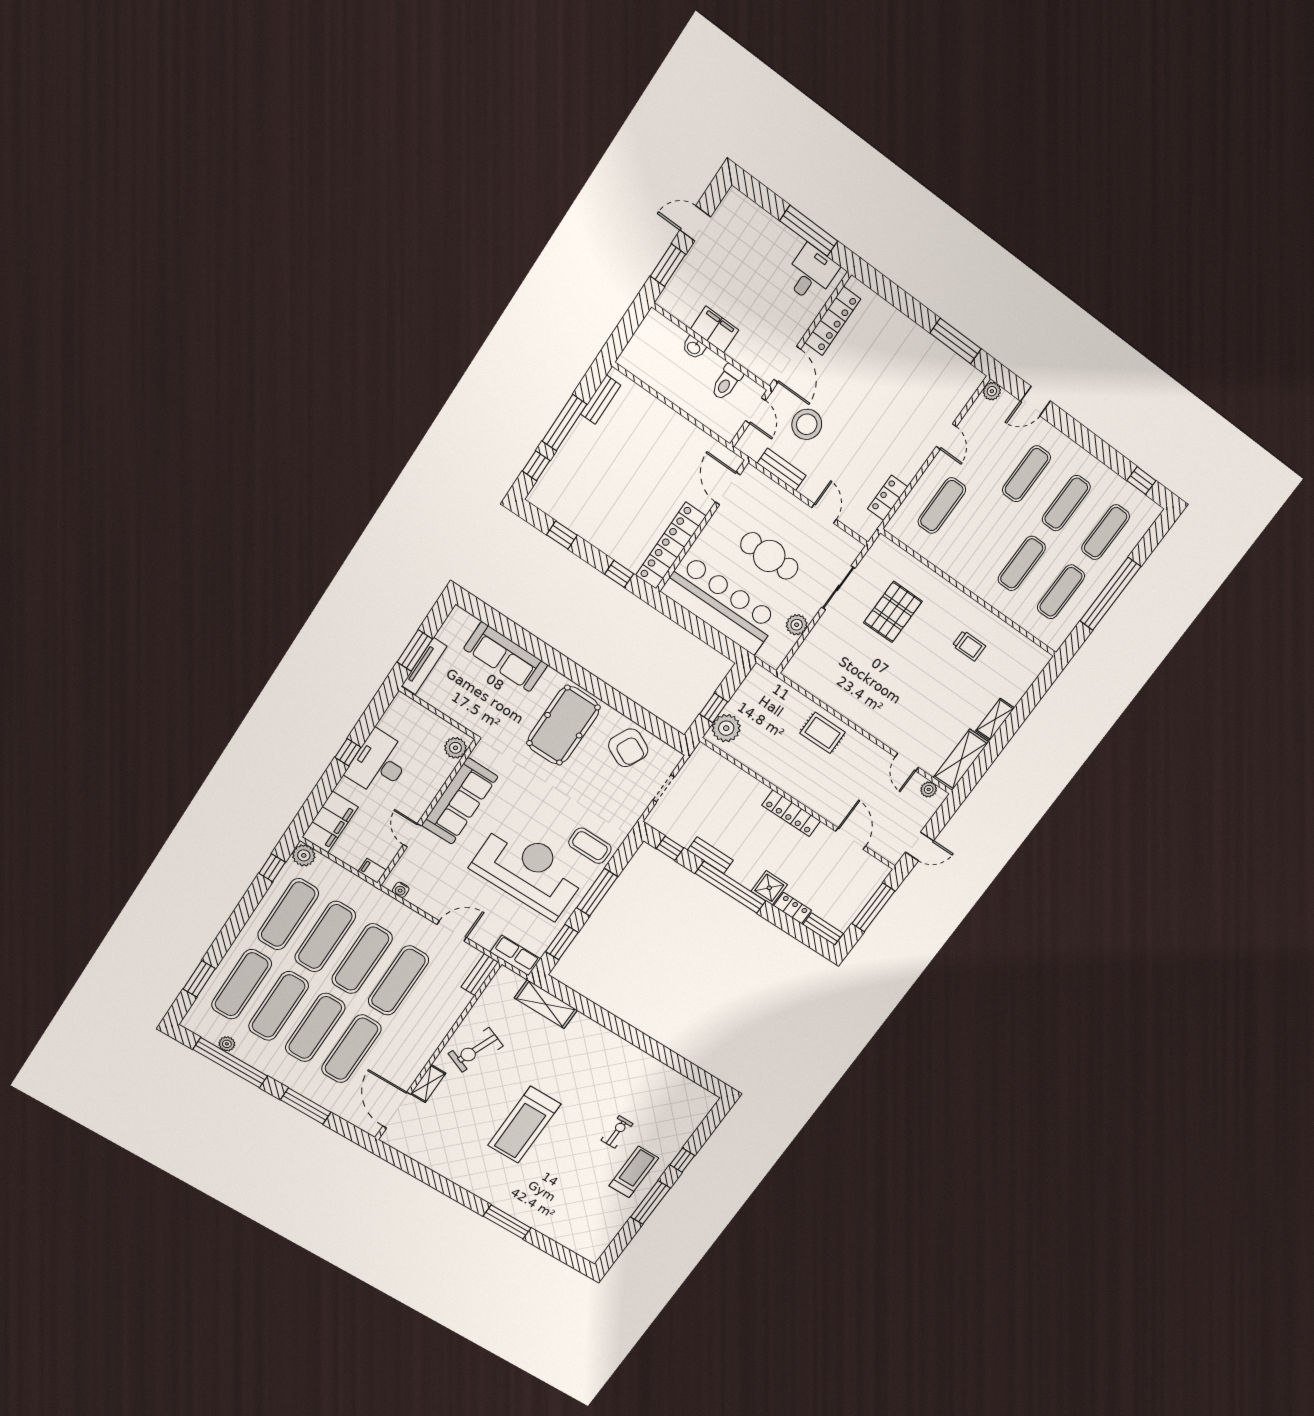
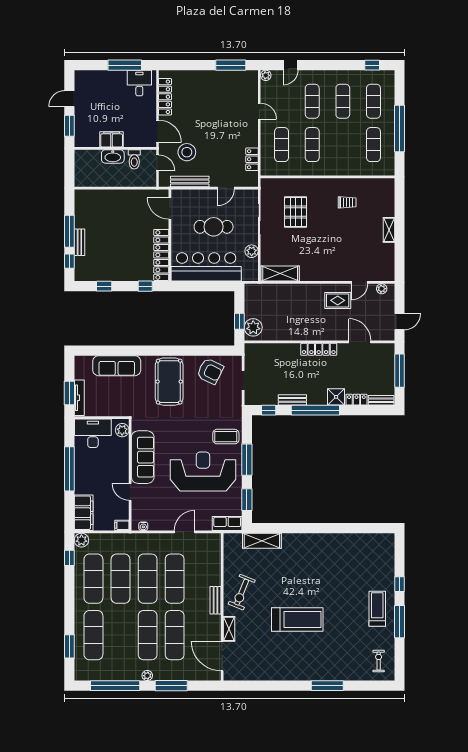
washbasin: (694, 348) -> (113, 156), width x1.91, depth x1.45
bench: (601, 400) -> (79, 242), moved
bench: (782, 469) -> (190, 181), width x1.36
door: (824, 513) -> (226, 188), swing flipped
exercise mat: (1022, 563) -> (312, 145), moved
rug: (823, 733) -> (338, 300), moved
window: (348, 752) -> (69, 469), width x3.17
shelving: (961, 760) -> (280, 274), moved, turned 90
door: (907, 762) -> (359, 282), hinge flipped
desk: (379, 763) -> (93, 433), moved, turned 90
bench: (480, 975) -> (216, 600), moved
exercise mat: (279, 1006) -> (121, 635), removed
plant: (227, 1044) -> (147, 676), moved
treadmill: (524, 1125) -> (297, 620), turned -90
exercise bike: (617, 1132) -> (379, 661), moved

